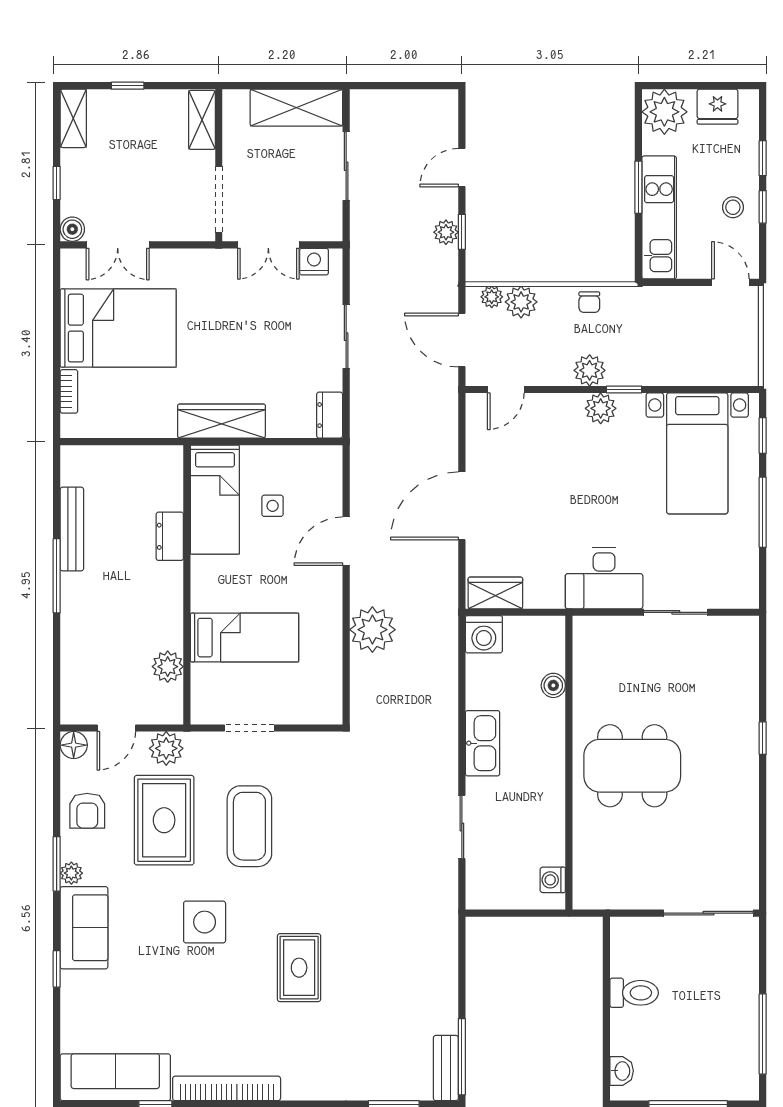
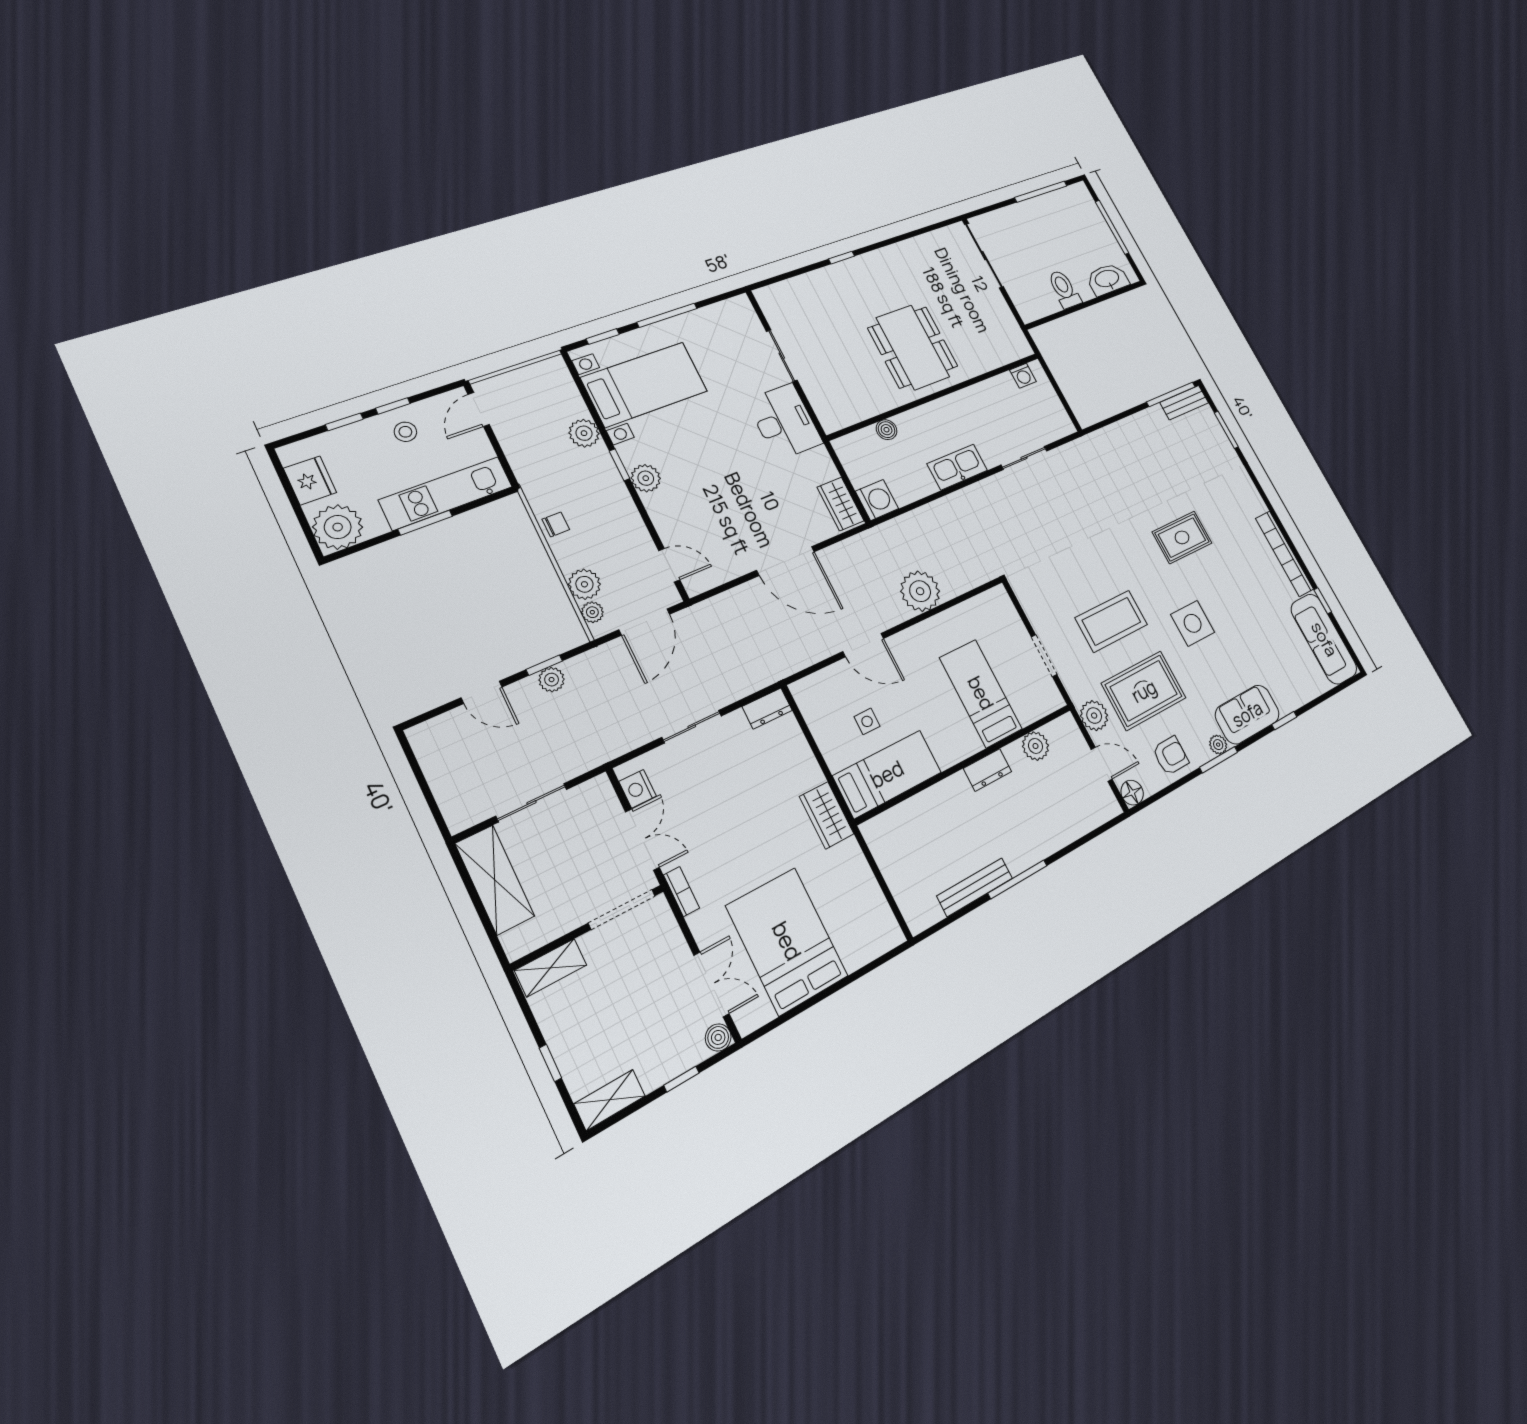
plant: (590, 370) -> (584, 433), moved
bookcase: (69, 391) -> (681, 892), moved, turned 90
wardrobe: (222, 421) -> (827, 815), width x0.67
dresser: (170, 536) -> (987, 770), moved
washbasin: (622, 1071) -> (1107, 279), width x1.91, depth x1.45

